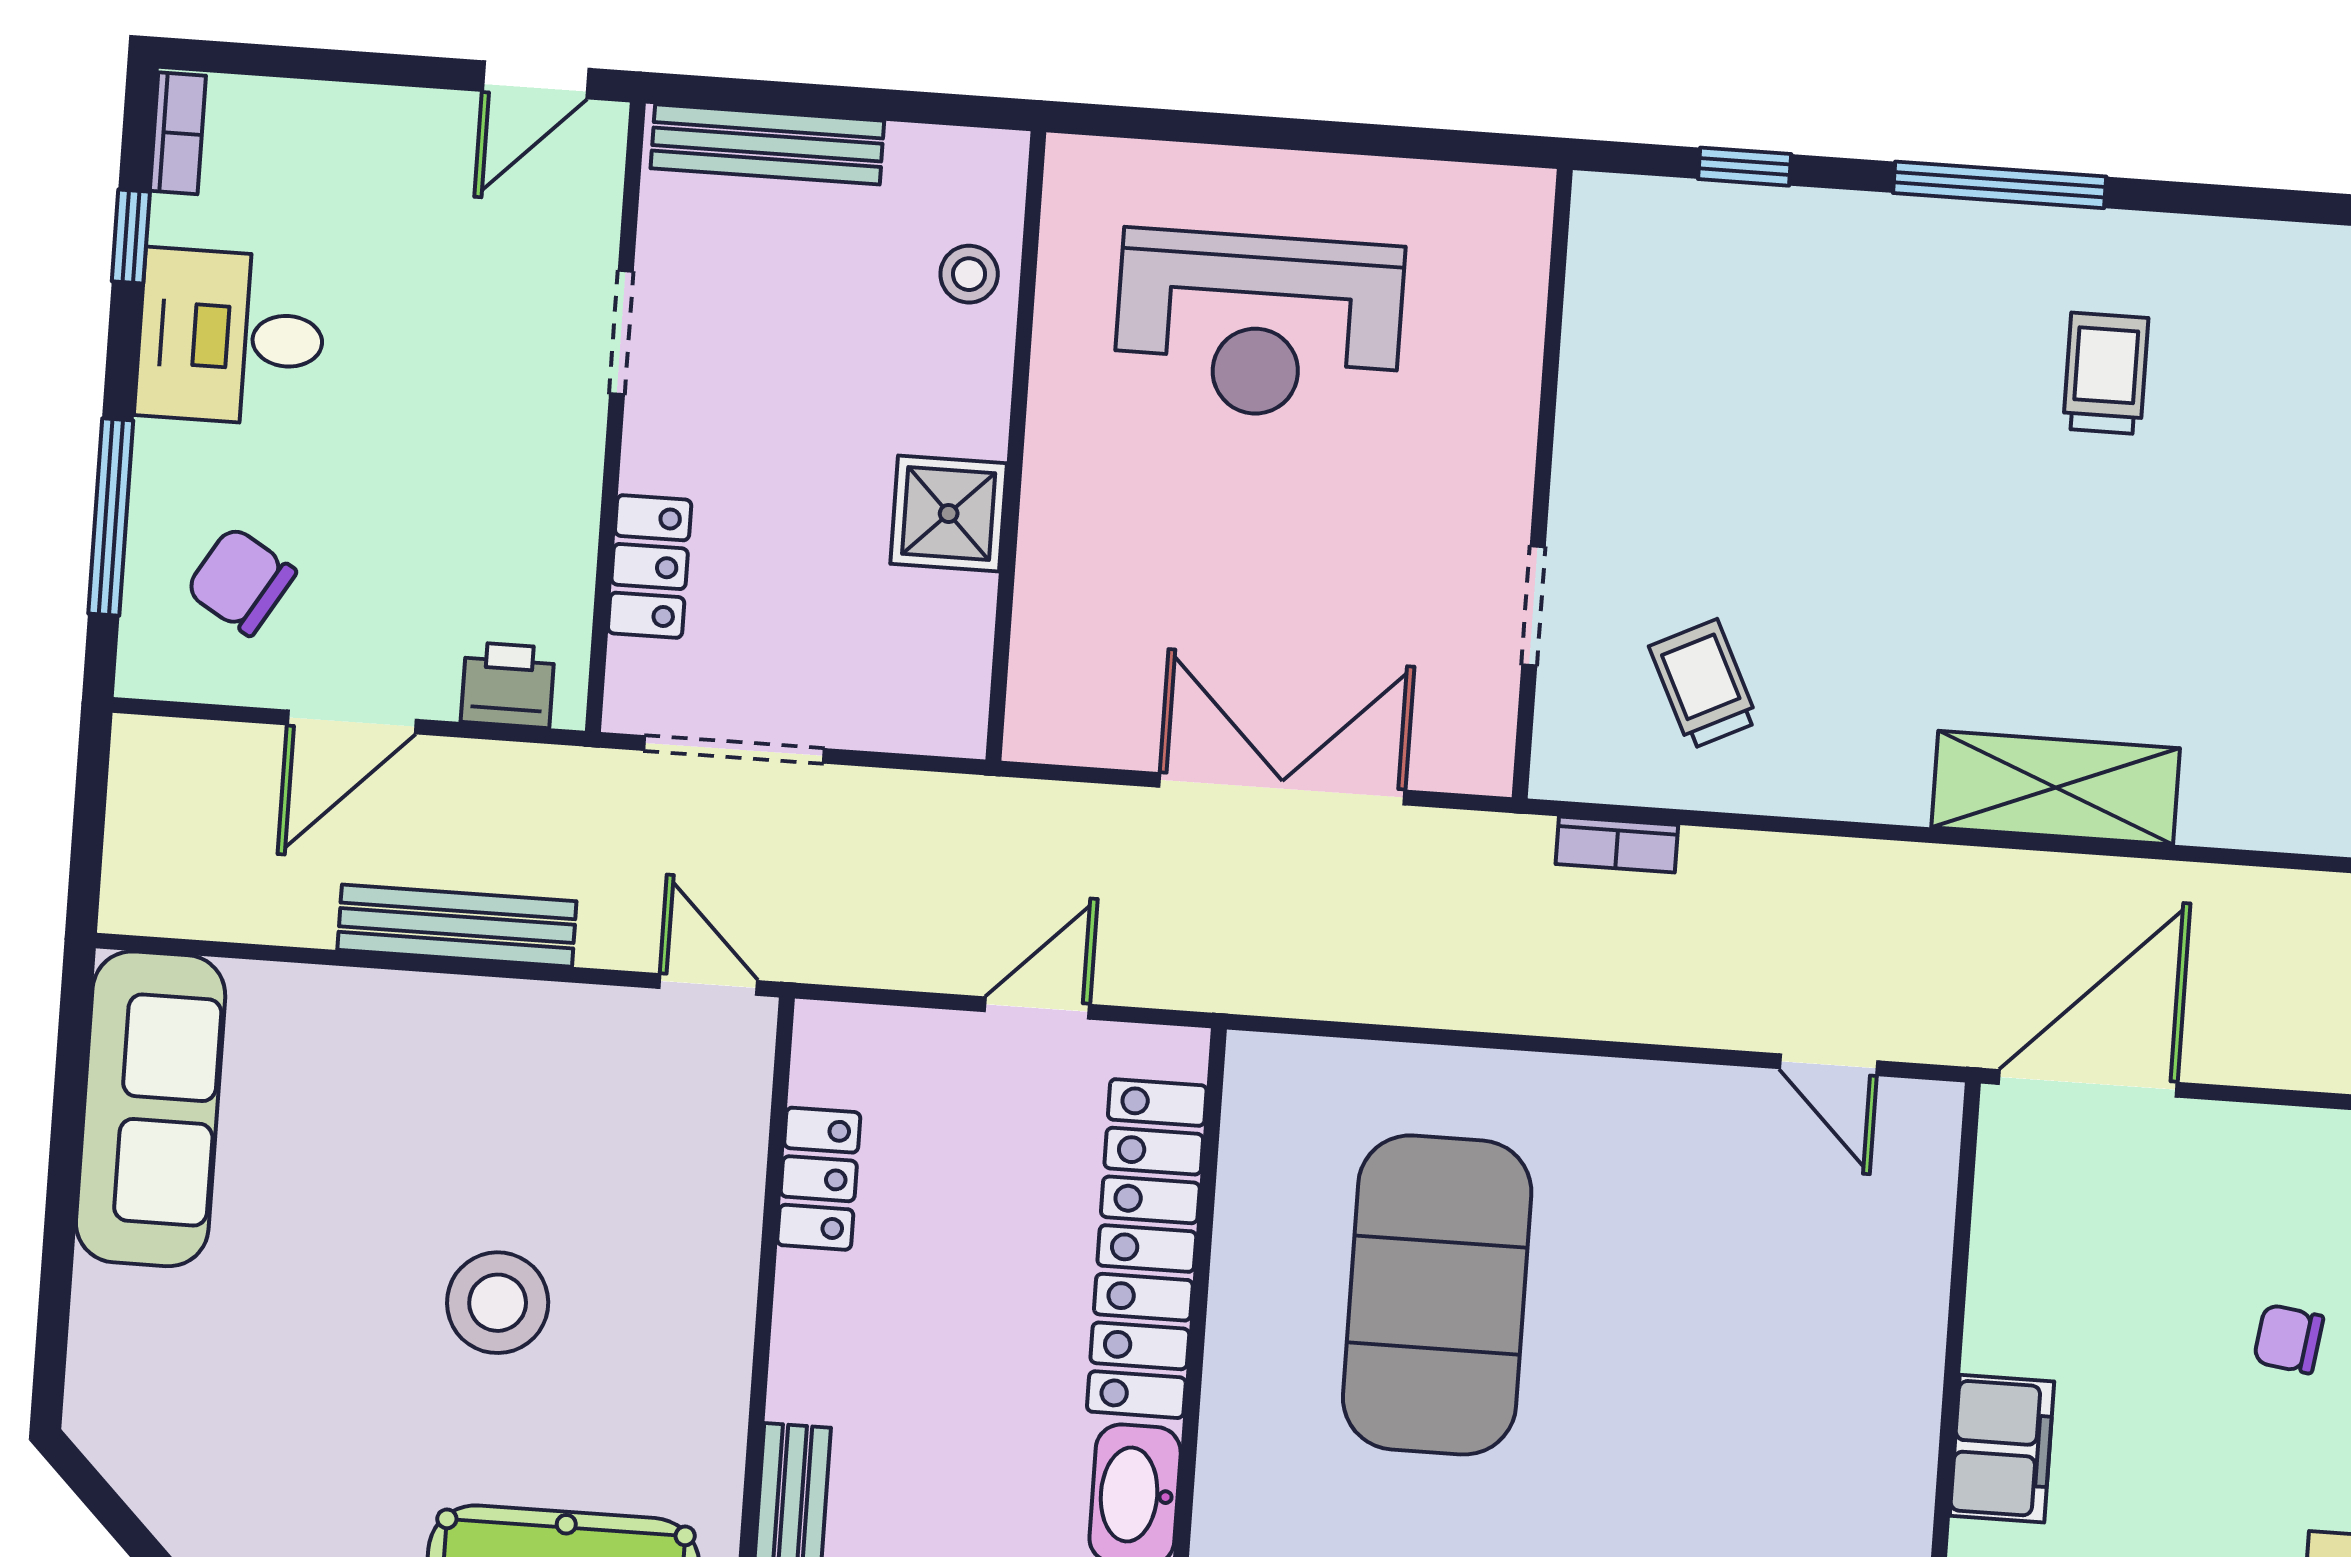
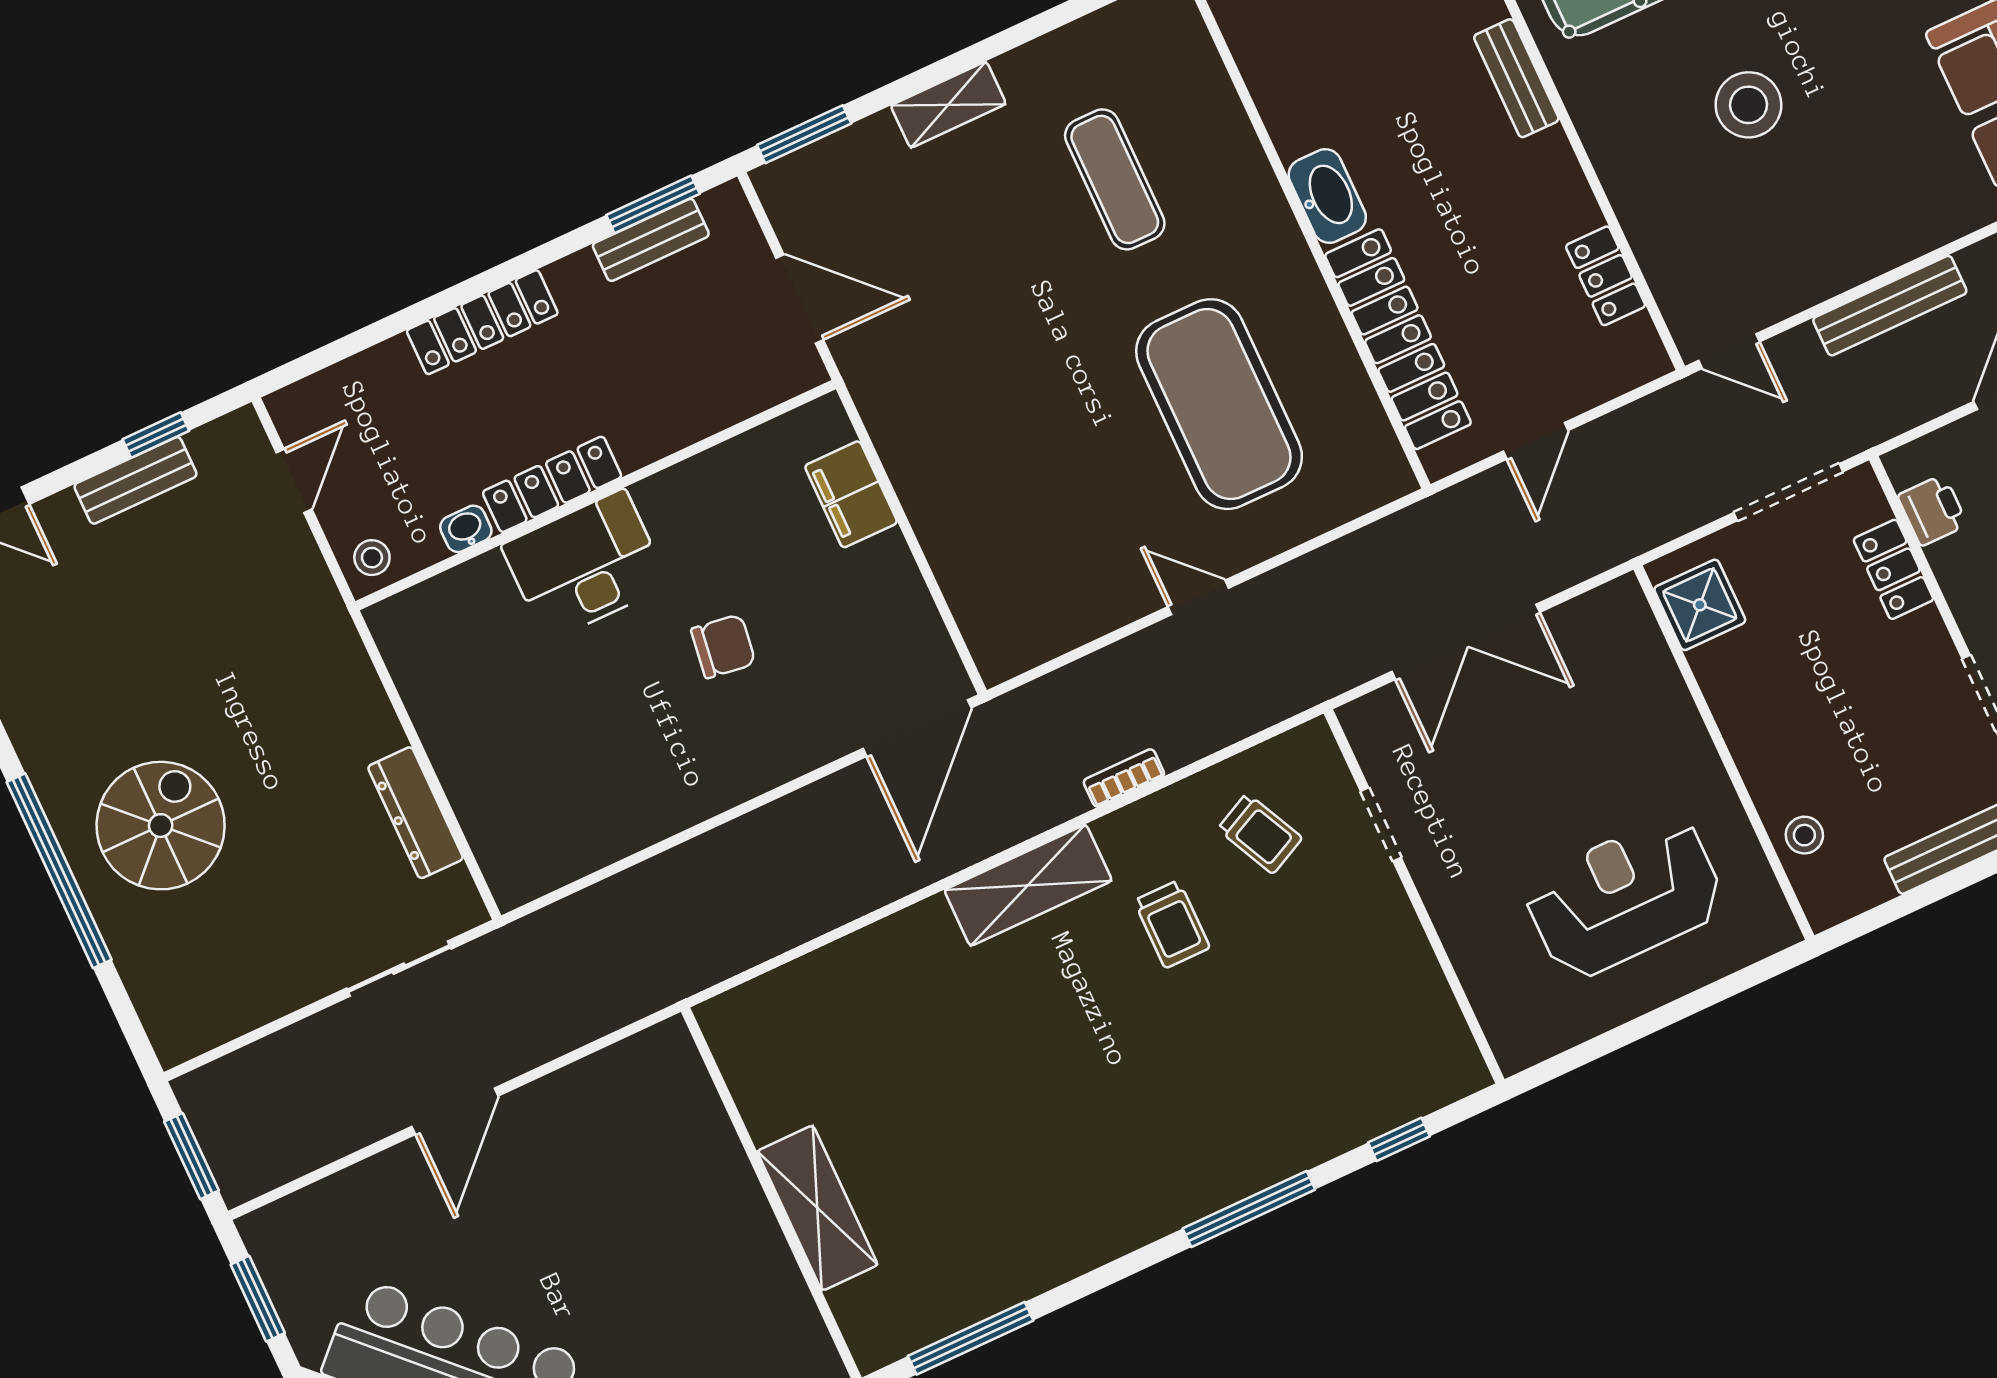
trolley: (2106, 373) -> (1172, 924), moved
shower: (949, 514) -> (1700, 605), moved
printer: (508, 685) -> (1932, 510), moved, turned -90
bookcase: (1617, 845) -> (1124, 778), moved
door: (1828, 1065) -> (1198, 597), moved
chair: (2288, 1339) -> (723, 646), width x1.37, depth x1.37

